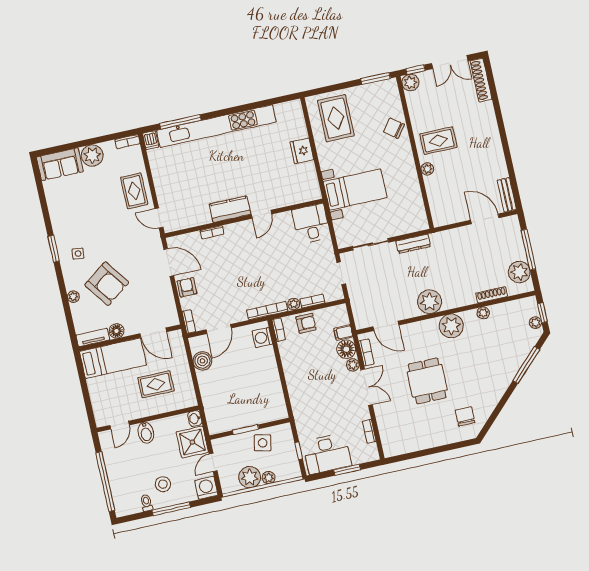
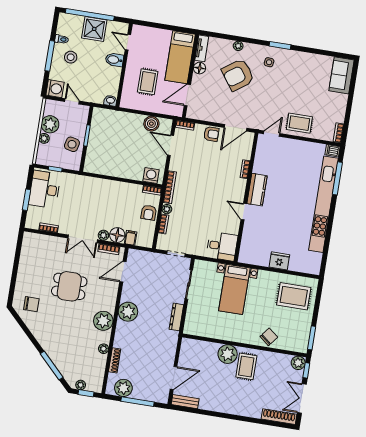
plant: (92, 156) -> (338, 102), removed
plant: (427, 169) -> (228, 354), width x1.87, depth x1.87
shower: (192, 442) -> (94, 29), moved

